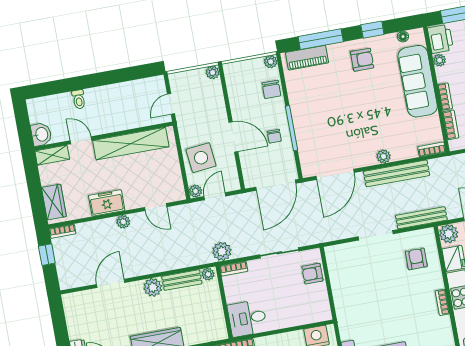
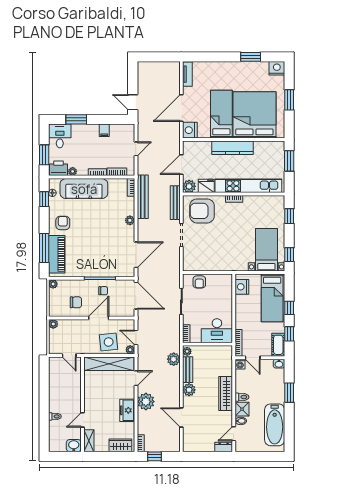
window: (372, 30) -> (44, 199), moved
piano: (307, 58) -> (57, 254), width x1.37, depth x1.33
chair: (271, 89) -> (76, 302), moved
shelving: (131, 144) -> (109, 364), moved, turned 90
bench: (397, 173) -> (143, 197), moved
door: (335, 174) -> (136, 255), hinge flipped
plant: (123, 222) -> (146, 402), width x1.88, depth x1.88
plant: (222, 251) -> (174, 359), moved
armchair: (416, 259) -> (202, 211), width x1.88, depth x1.88
desk: (247, 318) -> (217, 331), width x1.37

